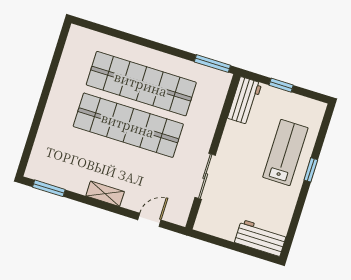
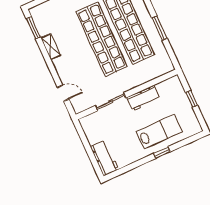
window: (212, 64) -> (160, 28), moved
workbench: (245, 101) -> (143, 98), moved
shelving: (105, 194) -> (51, 47), moved

